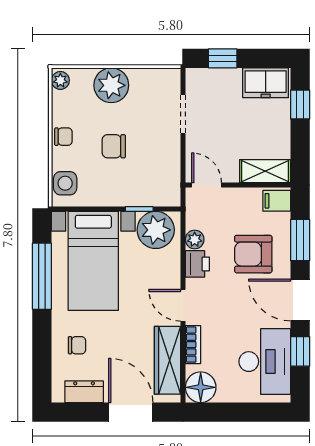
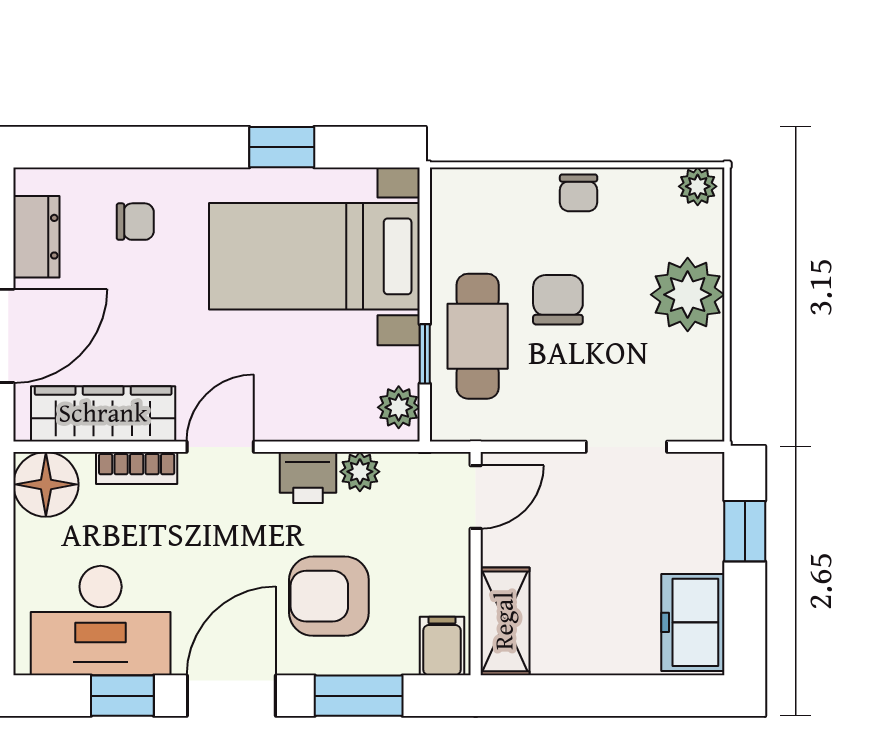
window: (300, 105) -> (647, 696), removed
side table: (65, 183) -> (479, 197), removed
cafe table: (131, 184) -> (478, 336), added
plant: (156, 230) -> (399, 407), width x0.53, depth x0.53
armchair: (253, 254) -> (329, 596), turned -90
window: (42, 276) -> (282, 147), width x0.46
chair: (77, 345) -> (135, 222), turned -90

